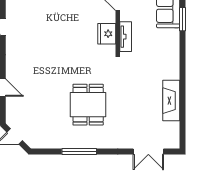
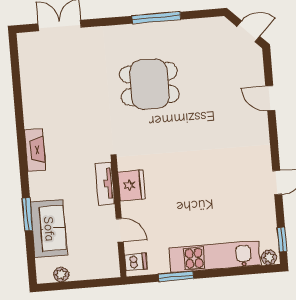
fireplace: (171, 101) -> (35, 150), moved, width x0.73, depth x0.76
dining table: (88, 105) -> (149, 84), turned 90

